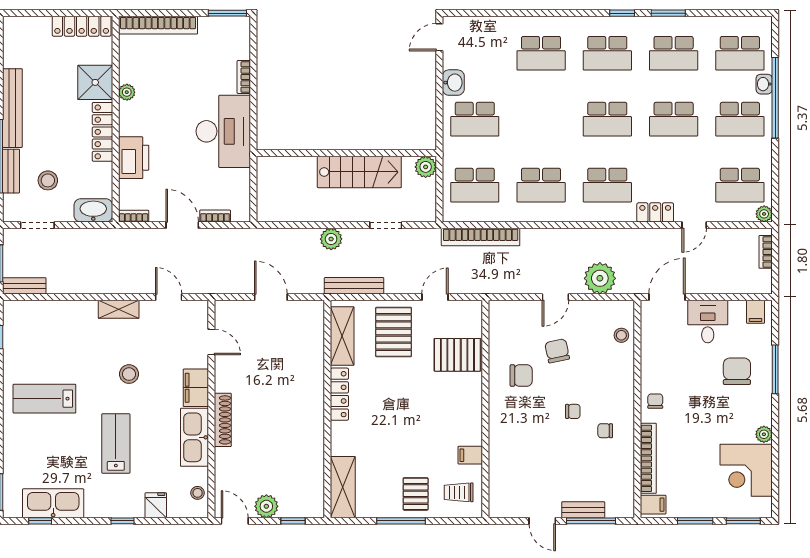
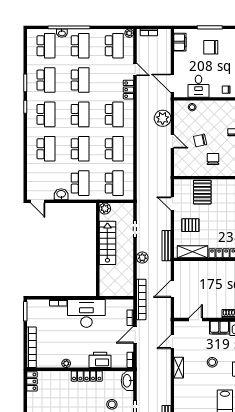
locker: (82, 26) -> (32, 381), width x0.66
shower: (95, 82) -> (61, 380), removed
school desk: (541, 119) -> (80, 149), added
bookcase: (481, 237) -> (141, 299), moved
filing cabinet: (755, 312) -> (180, 42), width x2.00
desk: (708, 322) -> (198, 86), moved, turned -90
pallet: (394, 332) -> (190, 225), width x0.67, depth x0.71

